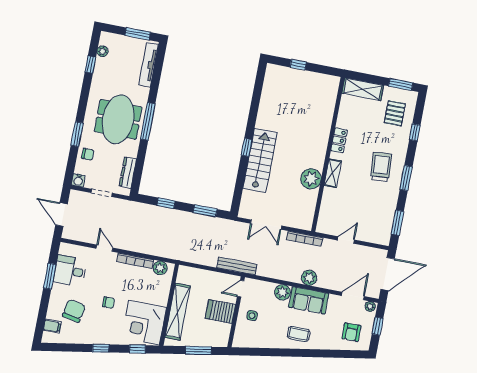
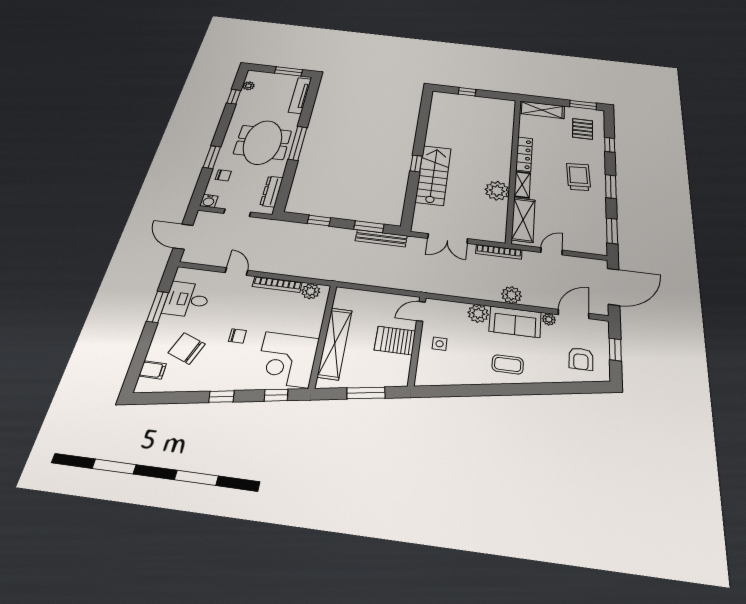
locker: (339, 140) -> (524, 154), width x1.53
shelving: (328, 209) -> (523, 220), added
bench: (237, 266) -> (381, 238), moved
plant: (370, 306) -> (549, 319), moved
chair: (74, 311) -> (187, 348), turned -80

